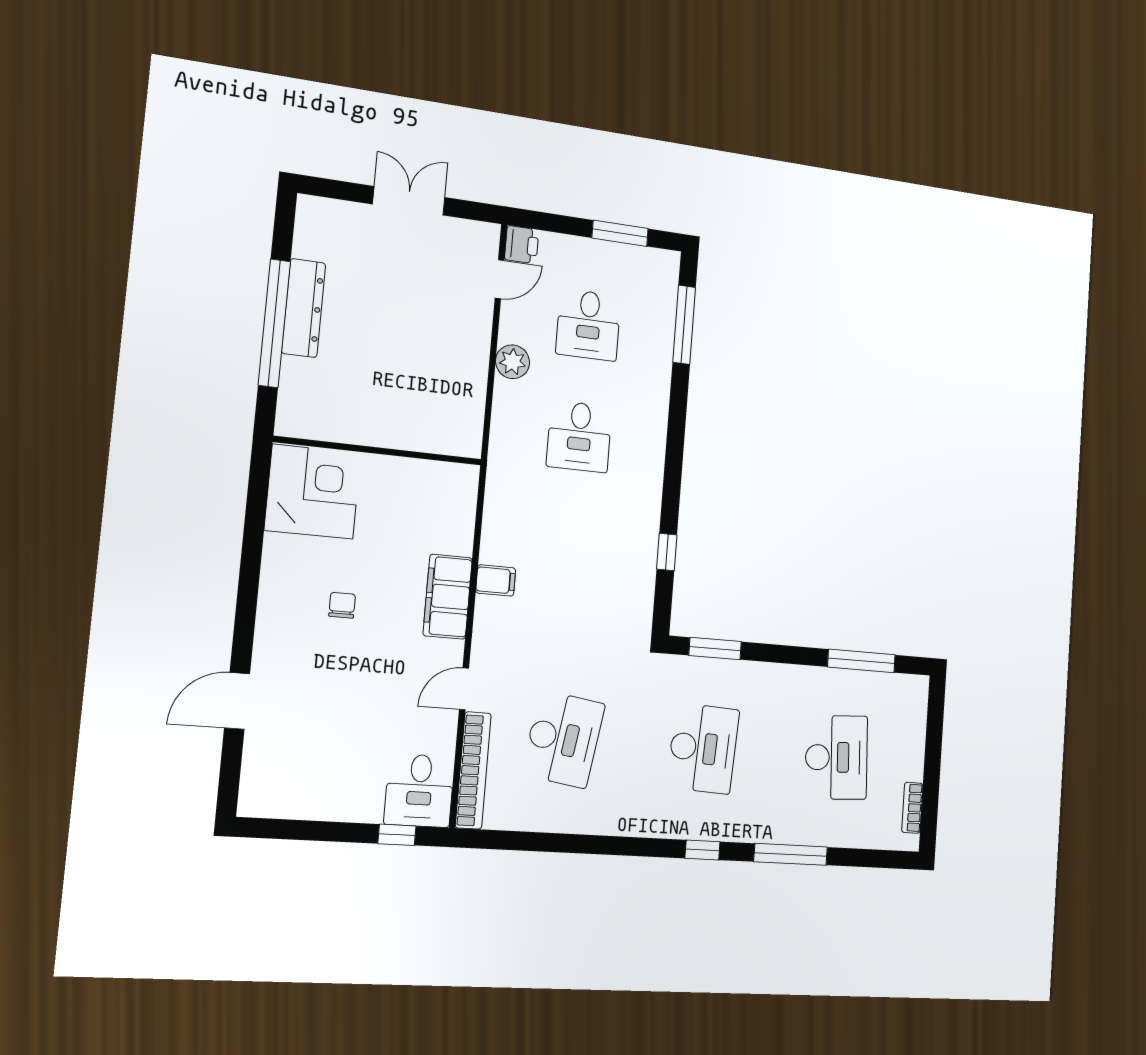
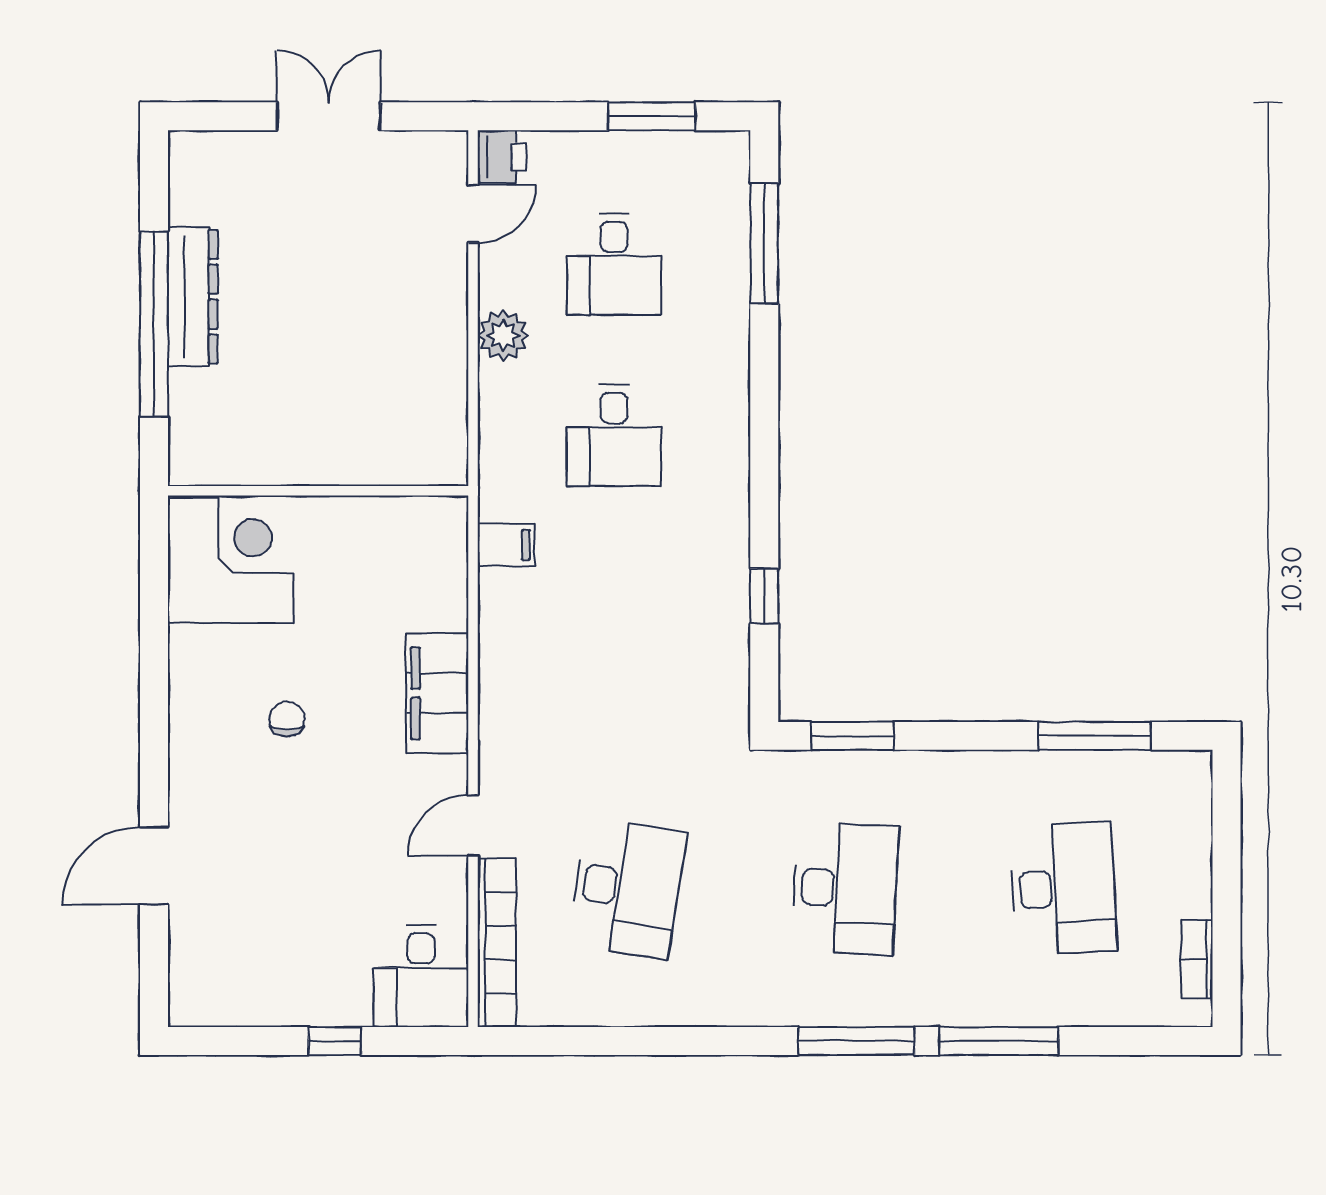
filing cabinet: (496, 580) -> (506, 545), moved
window: (397, 835) -> (335, 1041), moved
window: (702, 850) -> (856, 1041), width x2.17

